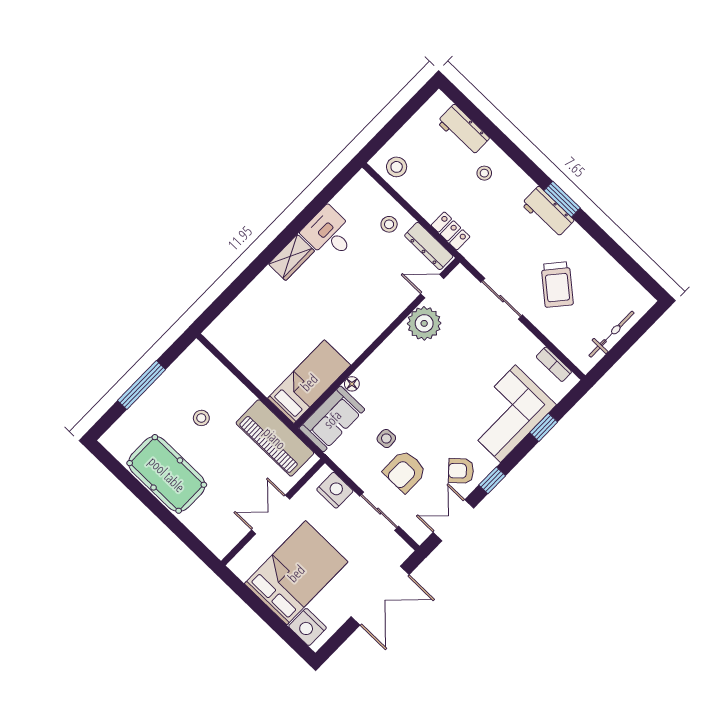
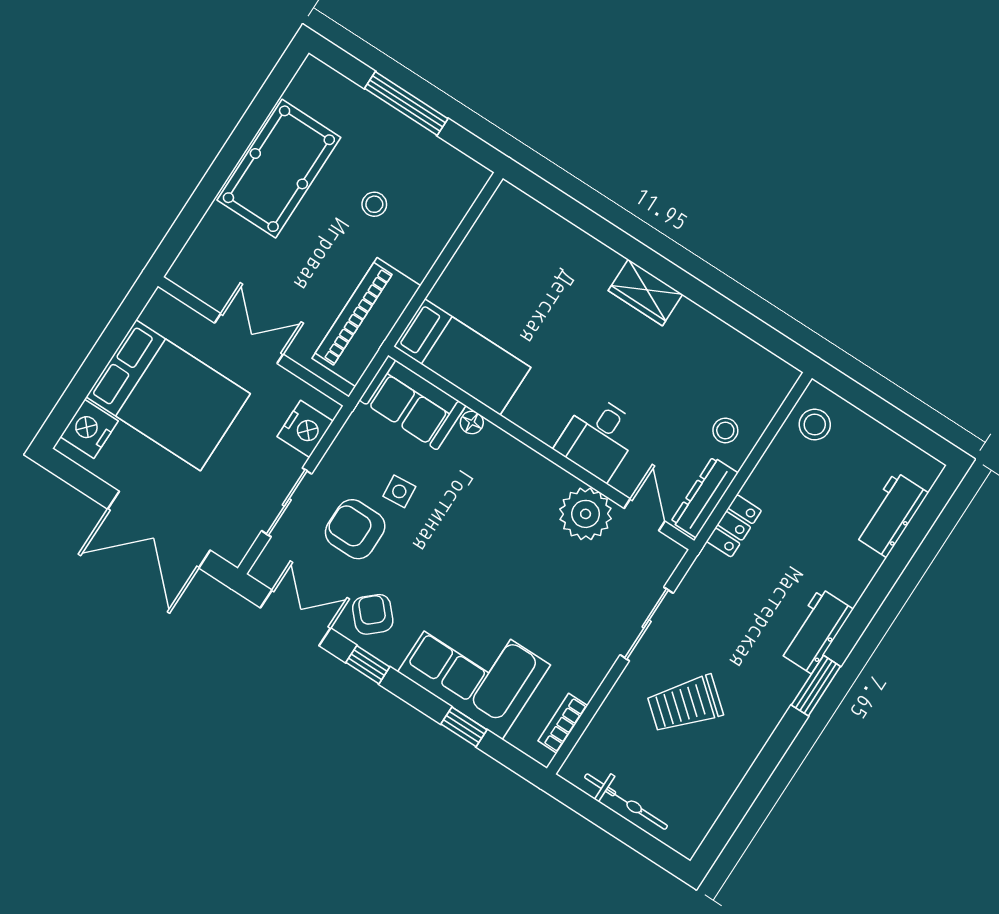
stool: (484, 173) -> (832, 560), removed
workbench: (548, 212) -> (816, 631), moved
desk: (329, 234) -> (598, 437), moved, turned 180

